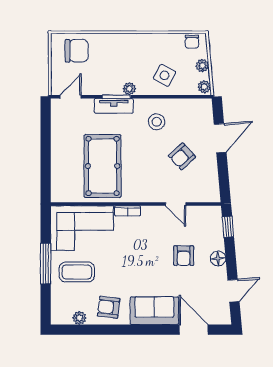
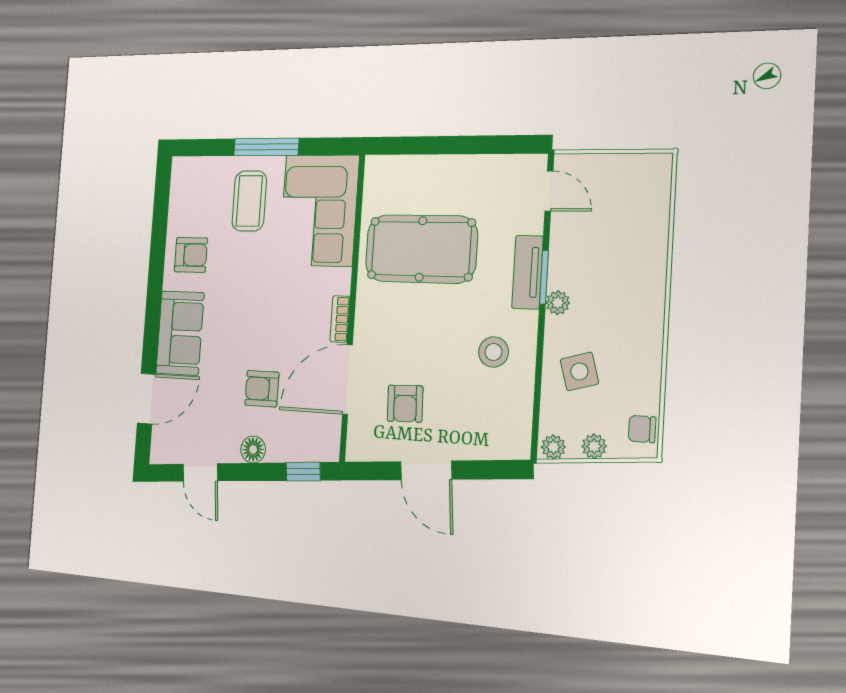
chair: (77, 51) -> (636, 203), removed
side table: (165, 75) -> (579, 371), turned 45
door: (220, 138) -> (426, 470), moved
armchair: (182, 156) -> (405, 404), moved, turned -140
door: (176, 204) -> (347, 379), width x1.87
bookcase: (128, 211) -> (340, 319), moved
armchair: (109, 307) -> (191, 255), turned 83
plant: (79, 318) -> (179, 205), removed

